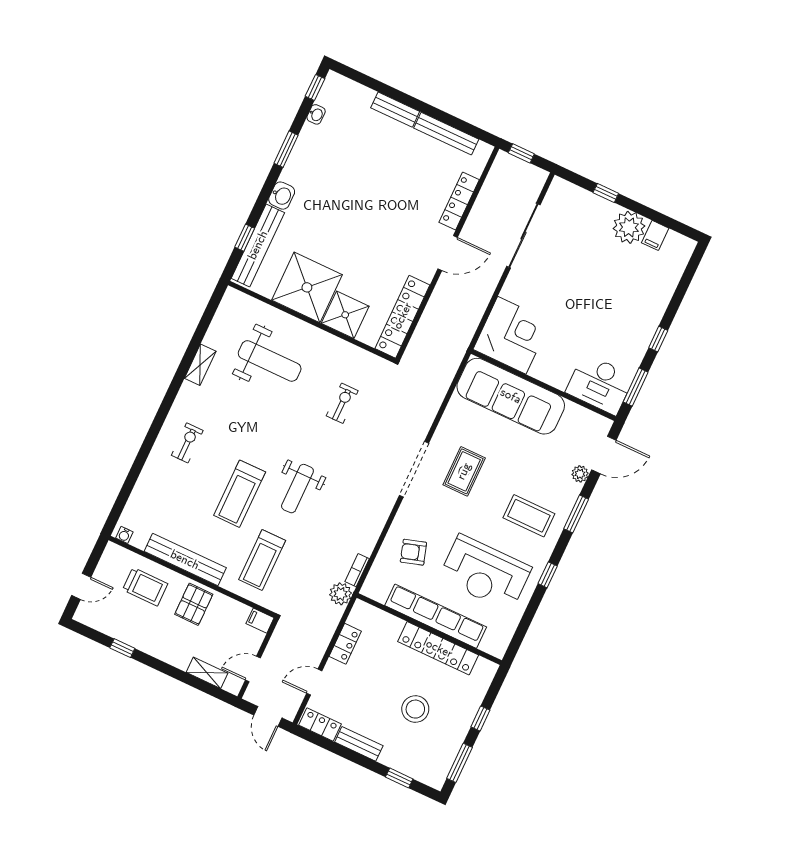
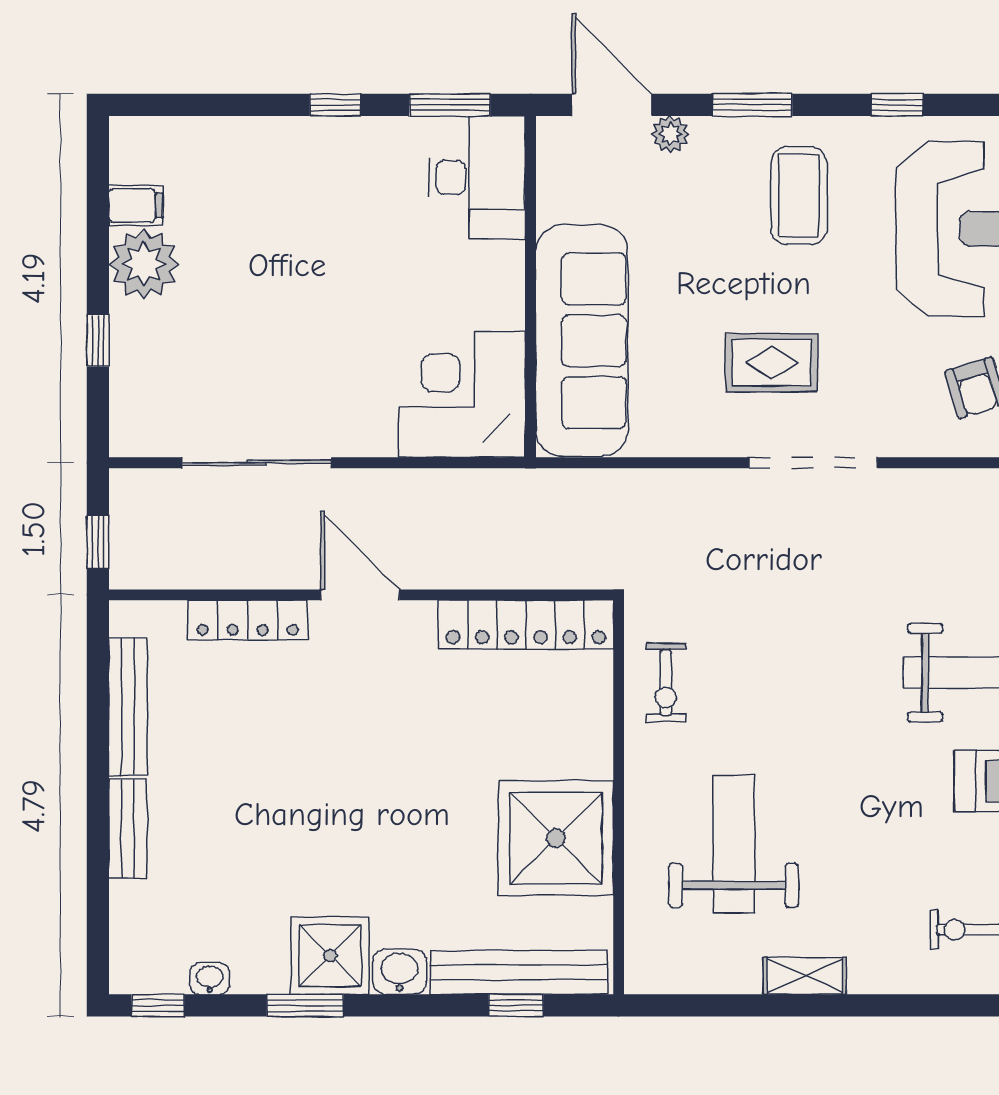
shower: (345, 315) -> (330, 956), moved
exercise bike: (342, 403) -> (666, 683), moved, turned -90

